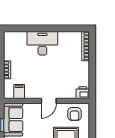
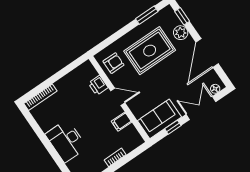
filing cabinet: (19, 92) -> (122, 122), moved
printer: (83, 93) -> (98, 85), moved

